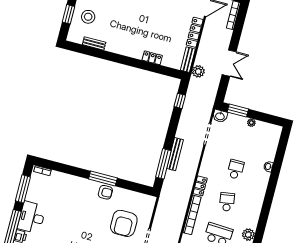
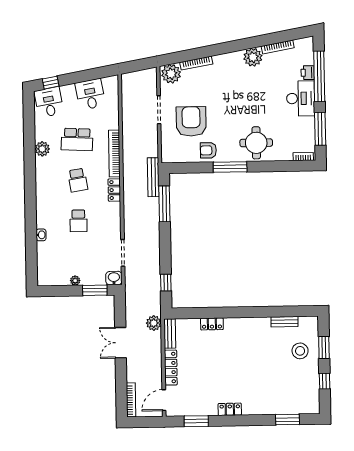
bench: (175, 154) -> (153, 177), moved
round table: (77, 192) -> (256, 143), added
armchair: (105, 192) -> (208, 150), moved

